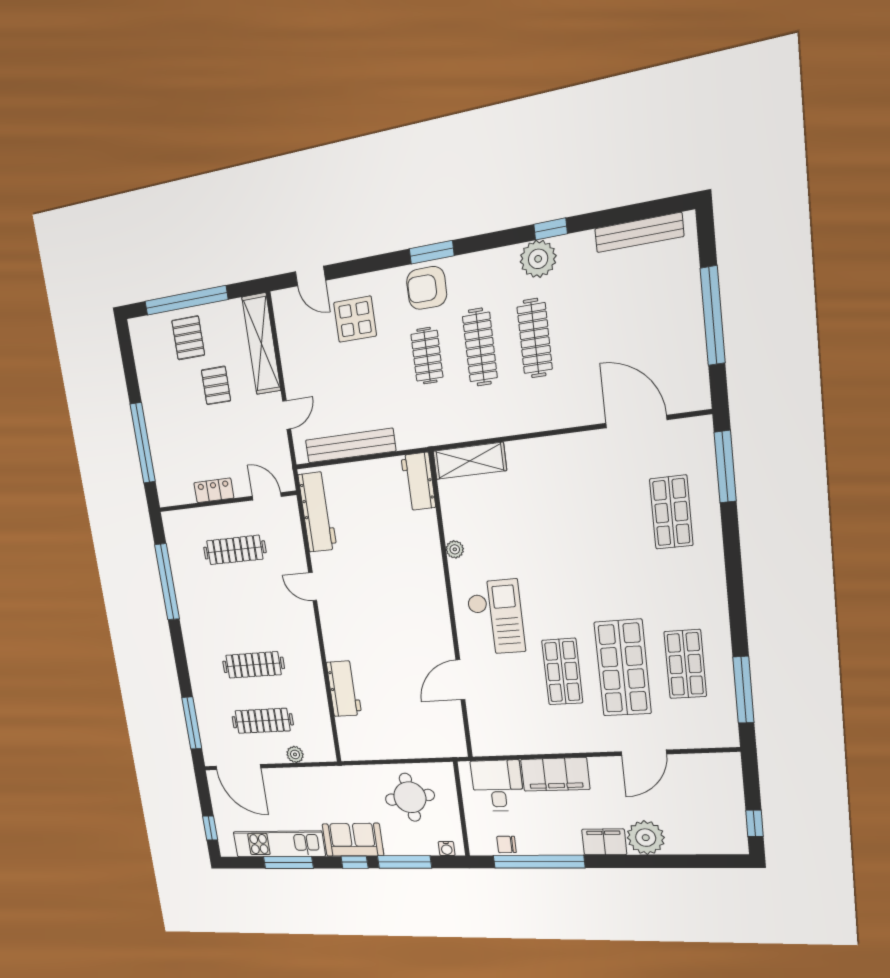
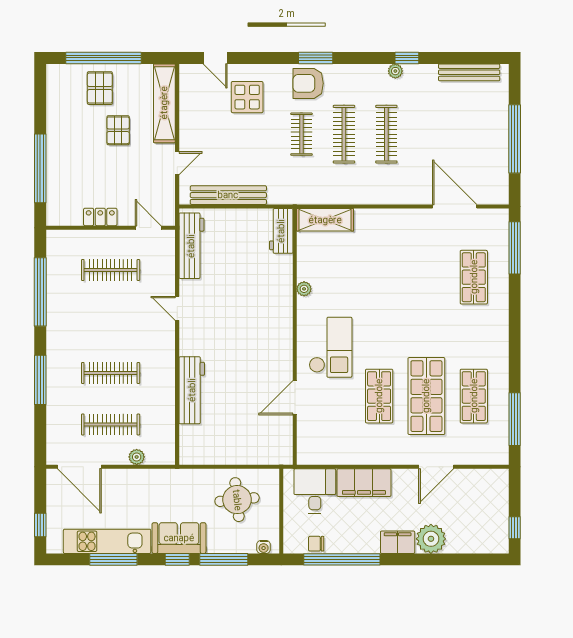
plant: (538, 259) -> (395, 71), width x0.53, depth x0.53
workbench: (344, 689) -> (192, 390), width x1.38
window: (192, 723) -> (40, 380), moved

